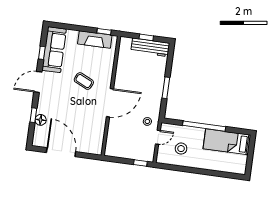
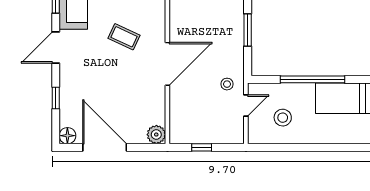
floor lamp: (41, 120) -> (67, 136), moved
plant: (96, 148) -> (156, 135), added
window: (140, 163) -> (202, 147), moved

